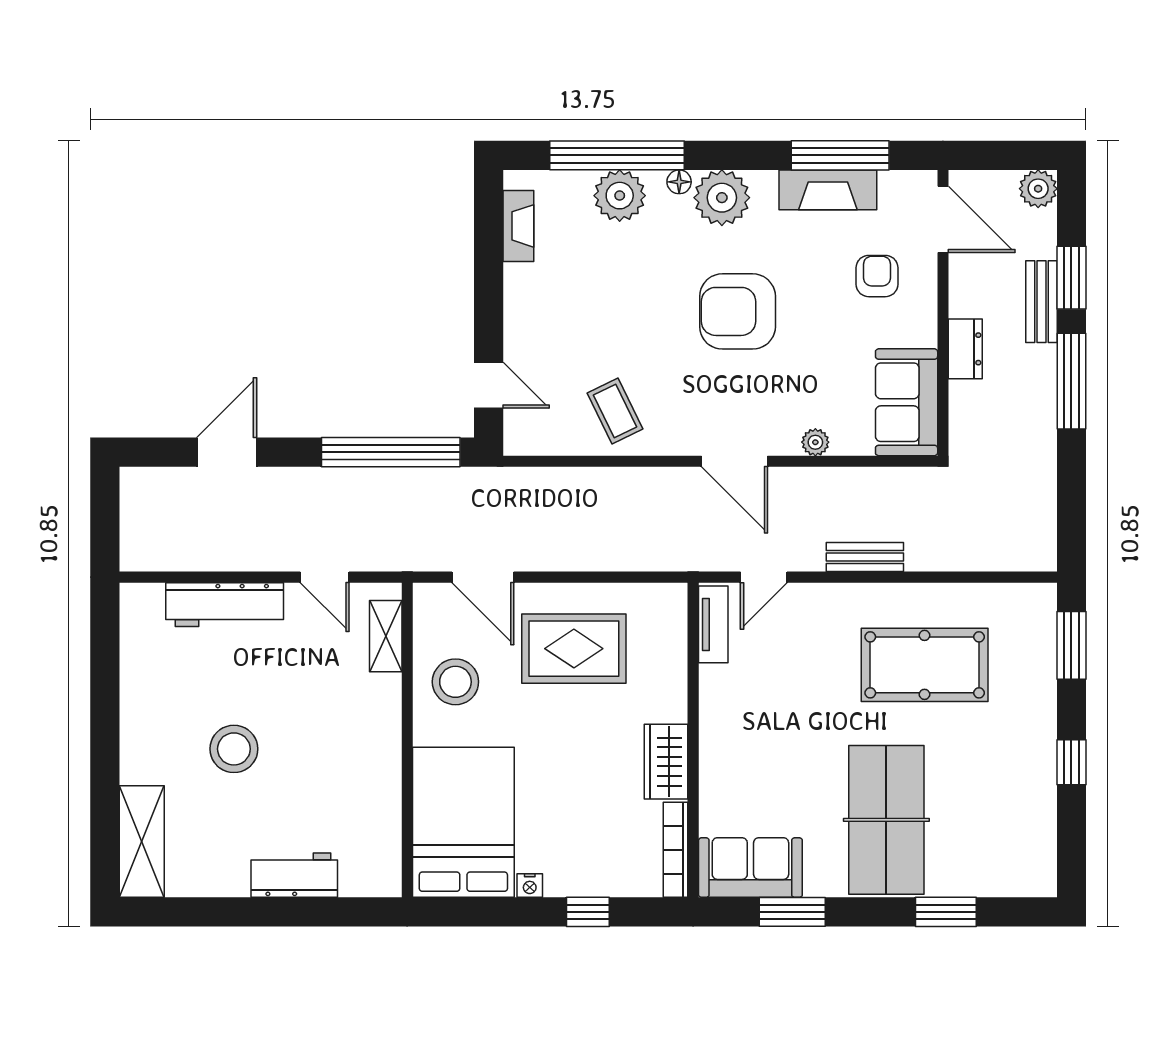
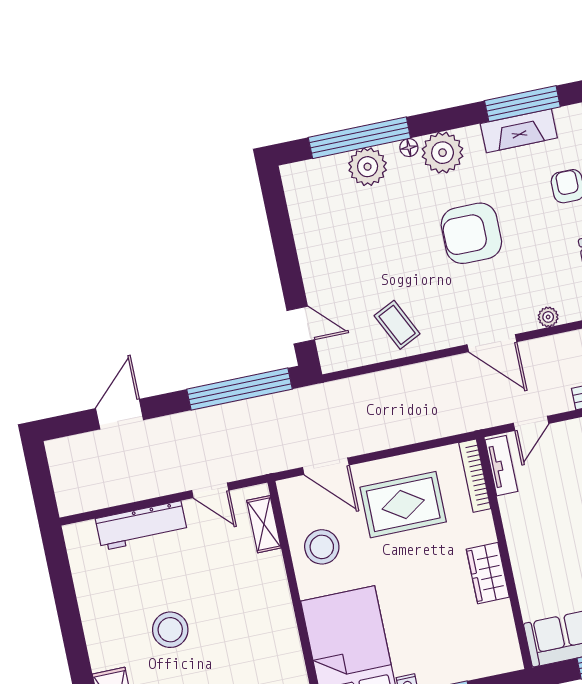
fireplace: (518, 226) -> (298, 204), removed
bookcase: (676, 850) -> (475, 476), moved

